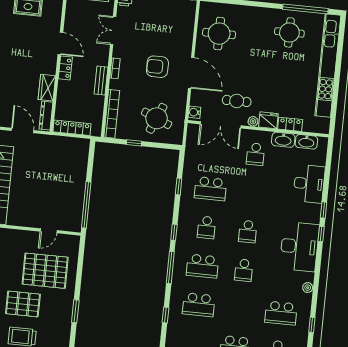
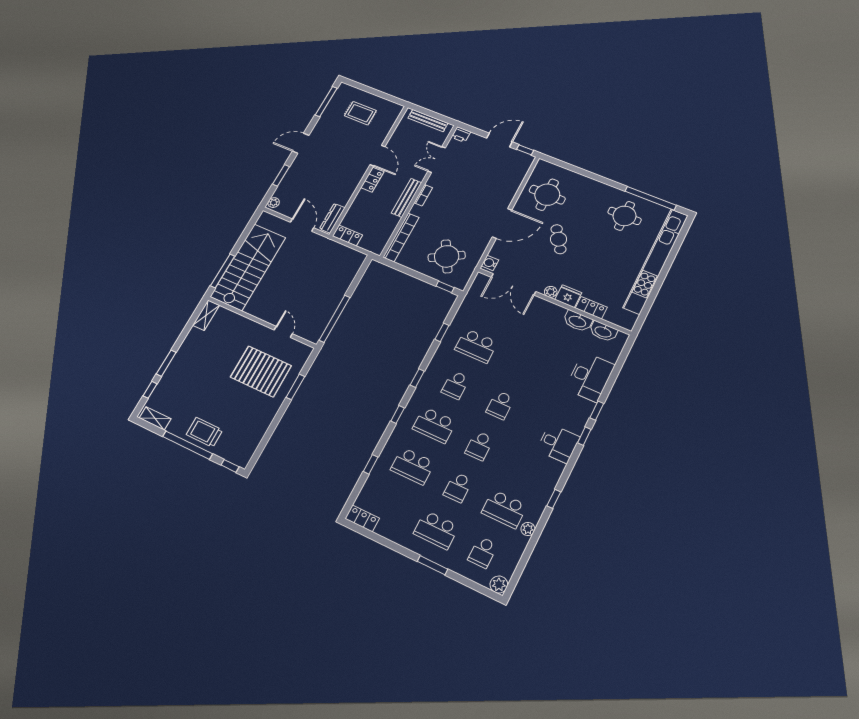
armchair: (157, 67) -> (468, 207), removed
door: (191, 73) -> (502, 223), hinge flipped
bench: (101, 81) -> (406, 198), width x1.36
wardrobe: (47, 88) -> (345, 192), removed
cafe table: (237, 101) -> (558, 239), moved, turned 56
round table: (157, 118) -> (447, 256), turned 37
locker: (72, 128) -> (347, 235), width x0.66
window: (134, 143) -> (445, 287), moved
school desk: (256, 154) -> (458, 487), moved
door: (49, 231) -> (283, 332), swing flipped
desk: (299, 247) -> (558, 444), width x0.53, depth x0.77
window: (170, 268) -> (398, 414), width x0.46
plant: (308, 288) -> (528, 529), moved
pallet: (23, 304) -> (221, 398), removed
window: (75, 311) -> (295, 387), moved
window: (312, 325) -> (554, 499), moved

